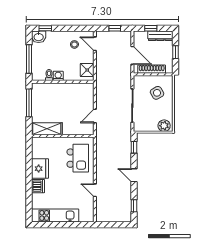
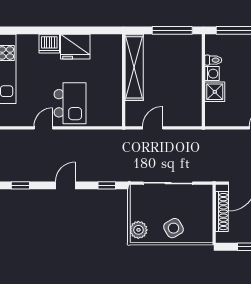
shower: (87, 70) -> (215, 92), moved
side table: (157, 93) -> (174, 228), moved
door: (95, 116) -> (153, 128), hinge flipped
shelving: (47, 129) -> (134, 67), width x1.47
kitchen island: (78, 158) -> (70, 103), moved, turned -90

